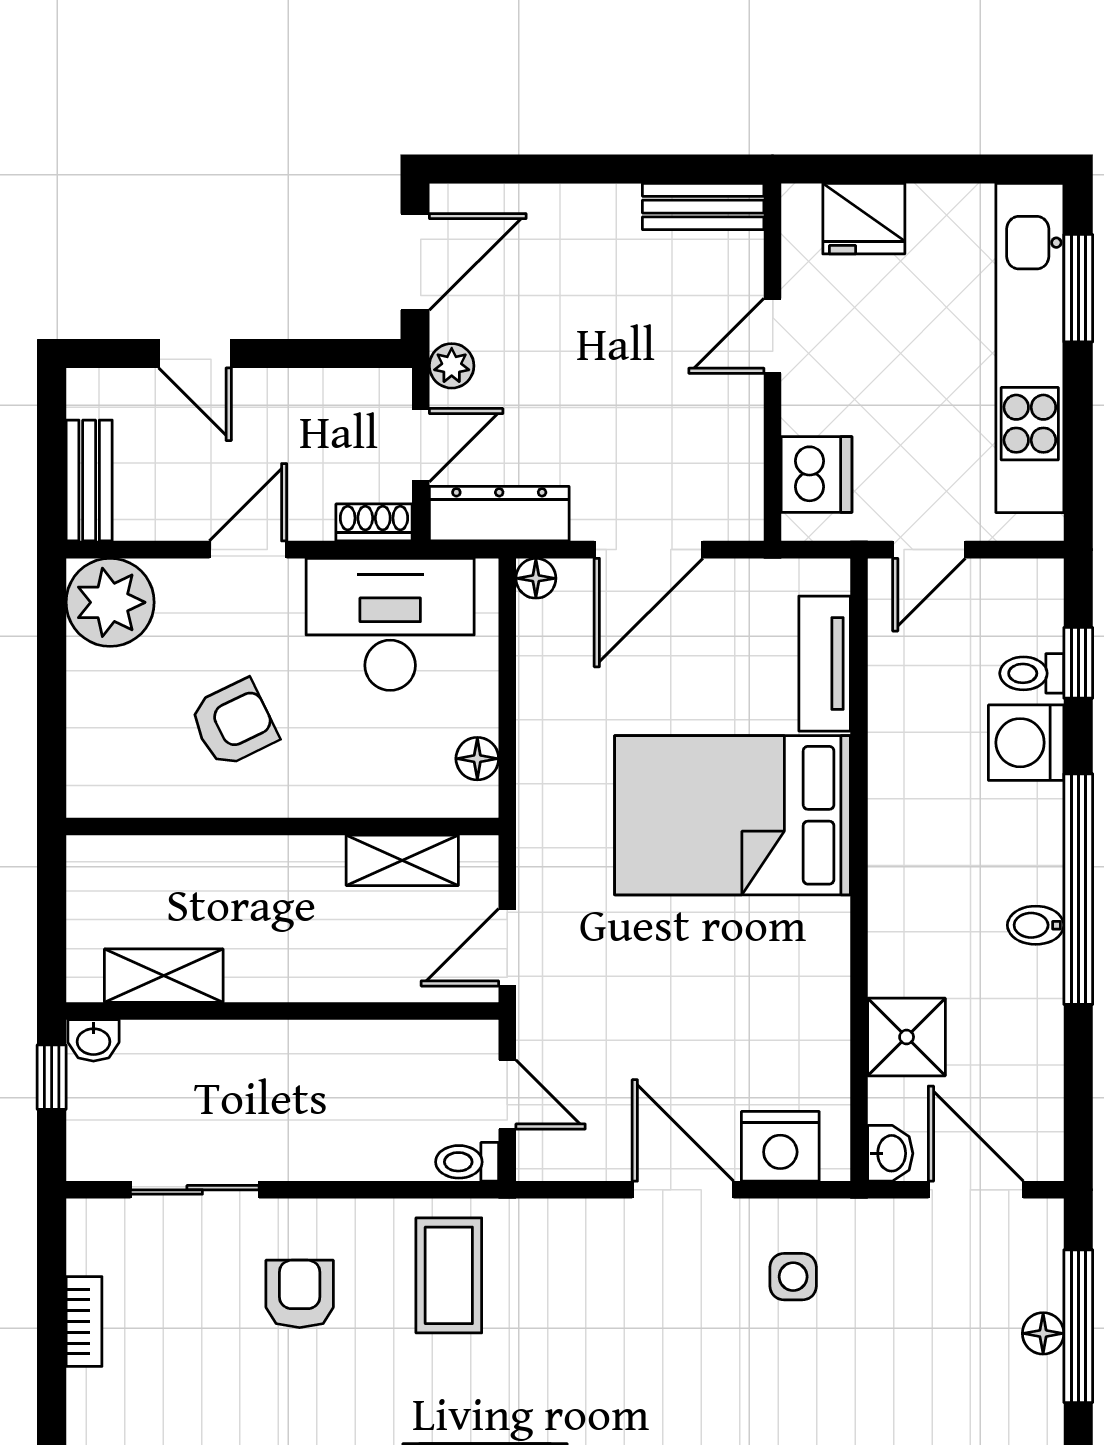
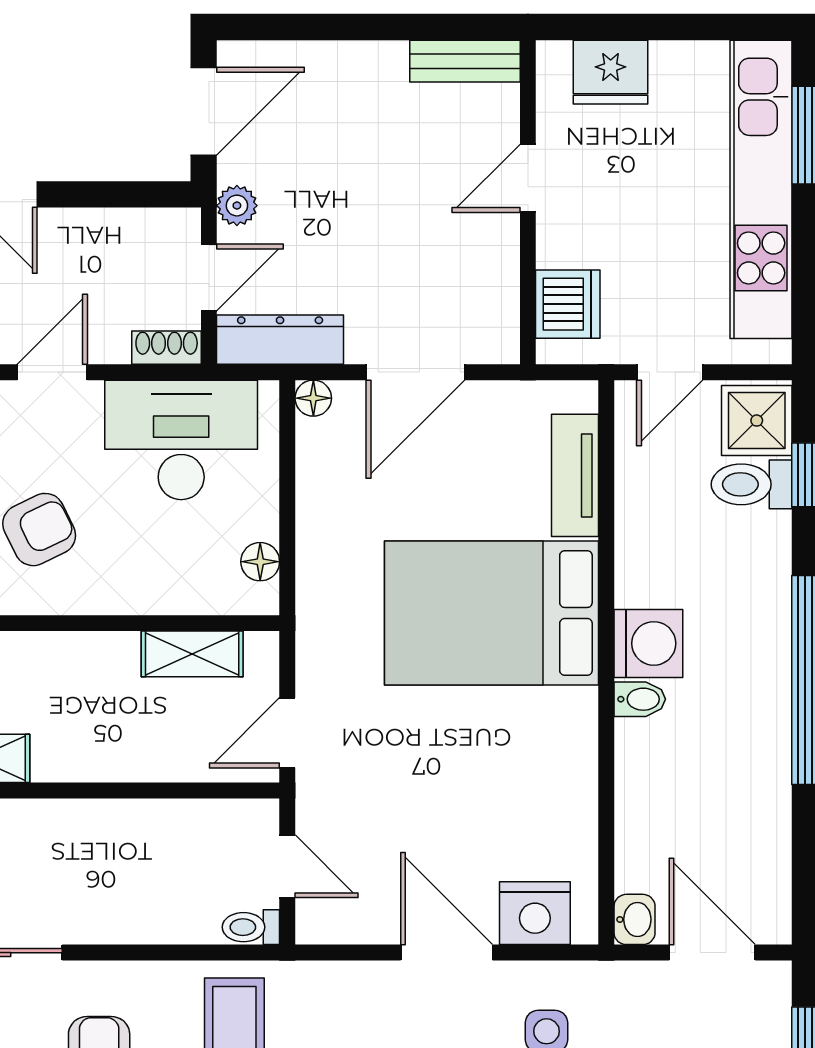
toilet: (1032, 673) -> (752, 484), width x1.37, depth x1.39
washing machine: (1026, 743) -> (648, 643), moved, turned 180
bidet: (1036, 925) -> (640, 699), moved, turned 180
shower: (907, 1037) -> (757, 421), moved

